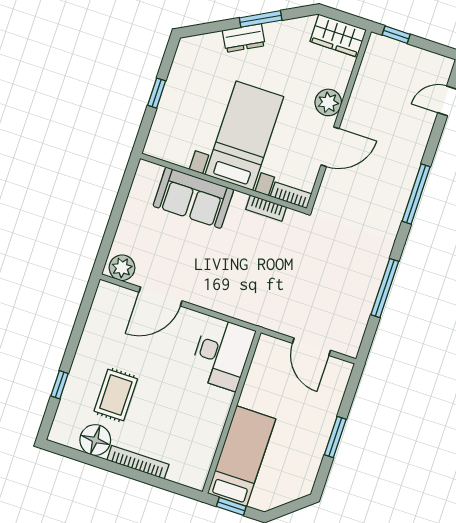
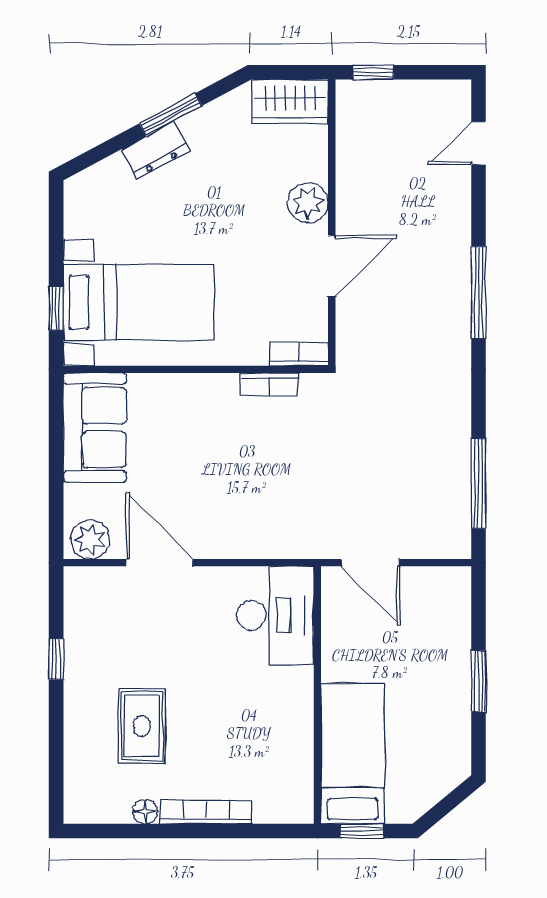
window: (157, 93) -> (56, 308), moved
bed with nightstands: (244, 136) -> (138, 302), moved, turned 90
sofa: (193, 198) -> (95, 428), moved, turned -90
window: (385, 288) -> (478, 484), moved
door: (161, 297) -> (159, 563), swing flipped
door: (312, 347) -> (371, 563), moved
window: (60, 385) -> (56, 659), moved
floor lamp: (95, 440) -> (145, 812), width x0.53, depth x0.53

